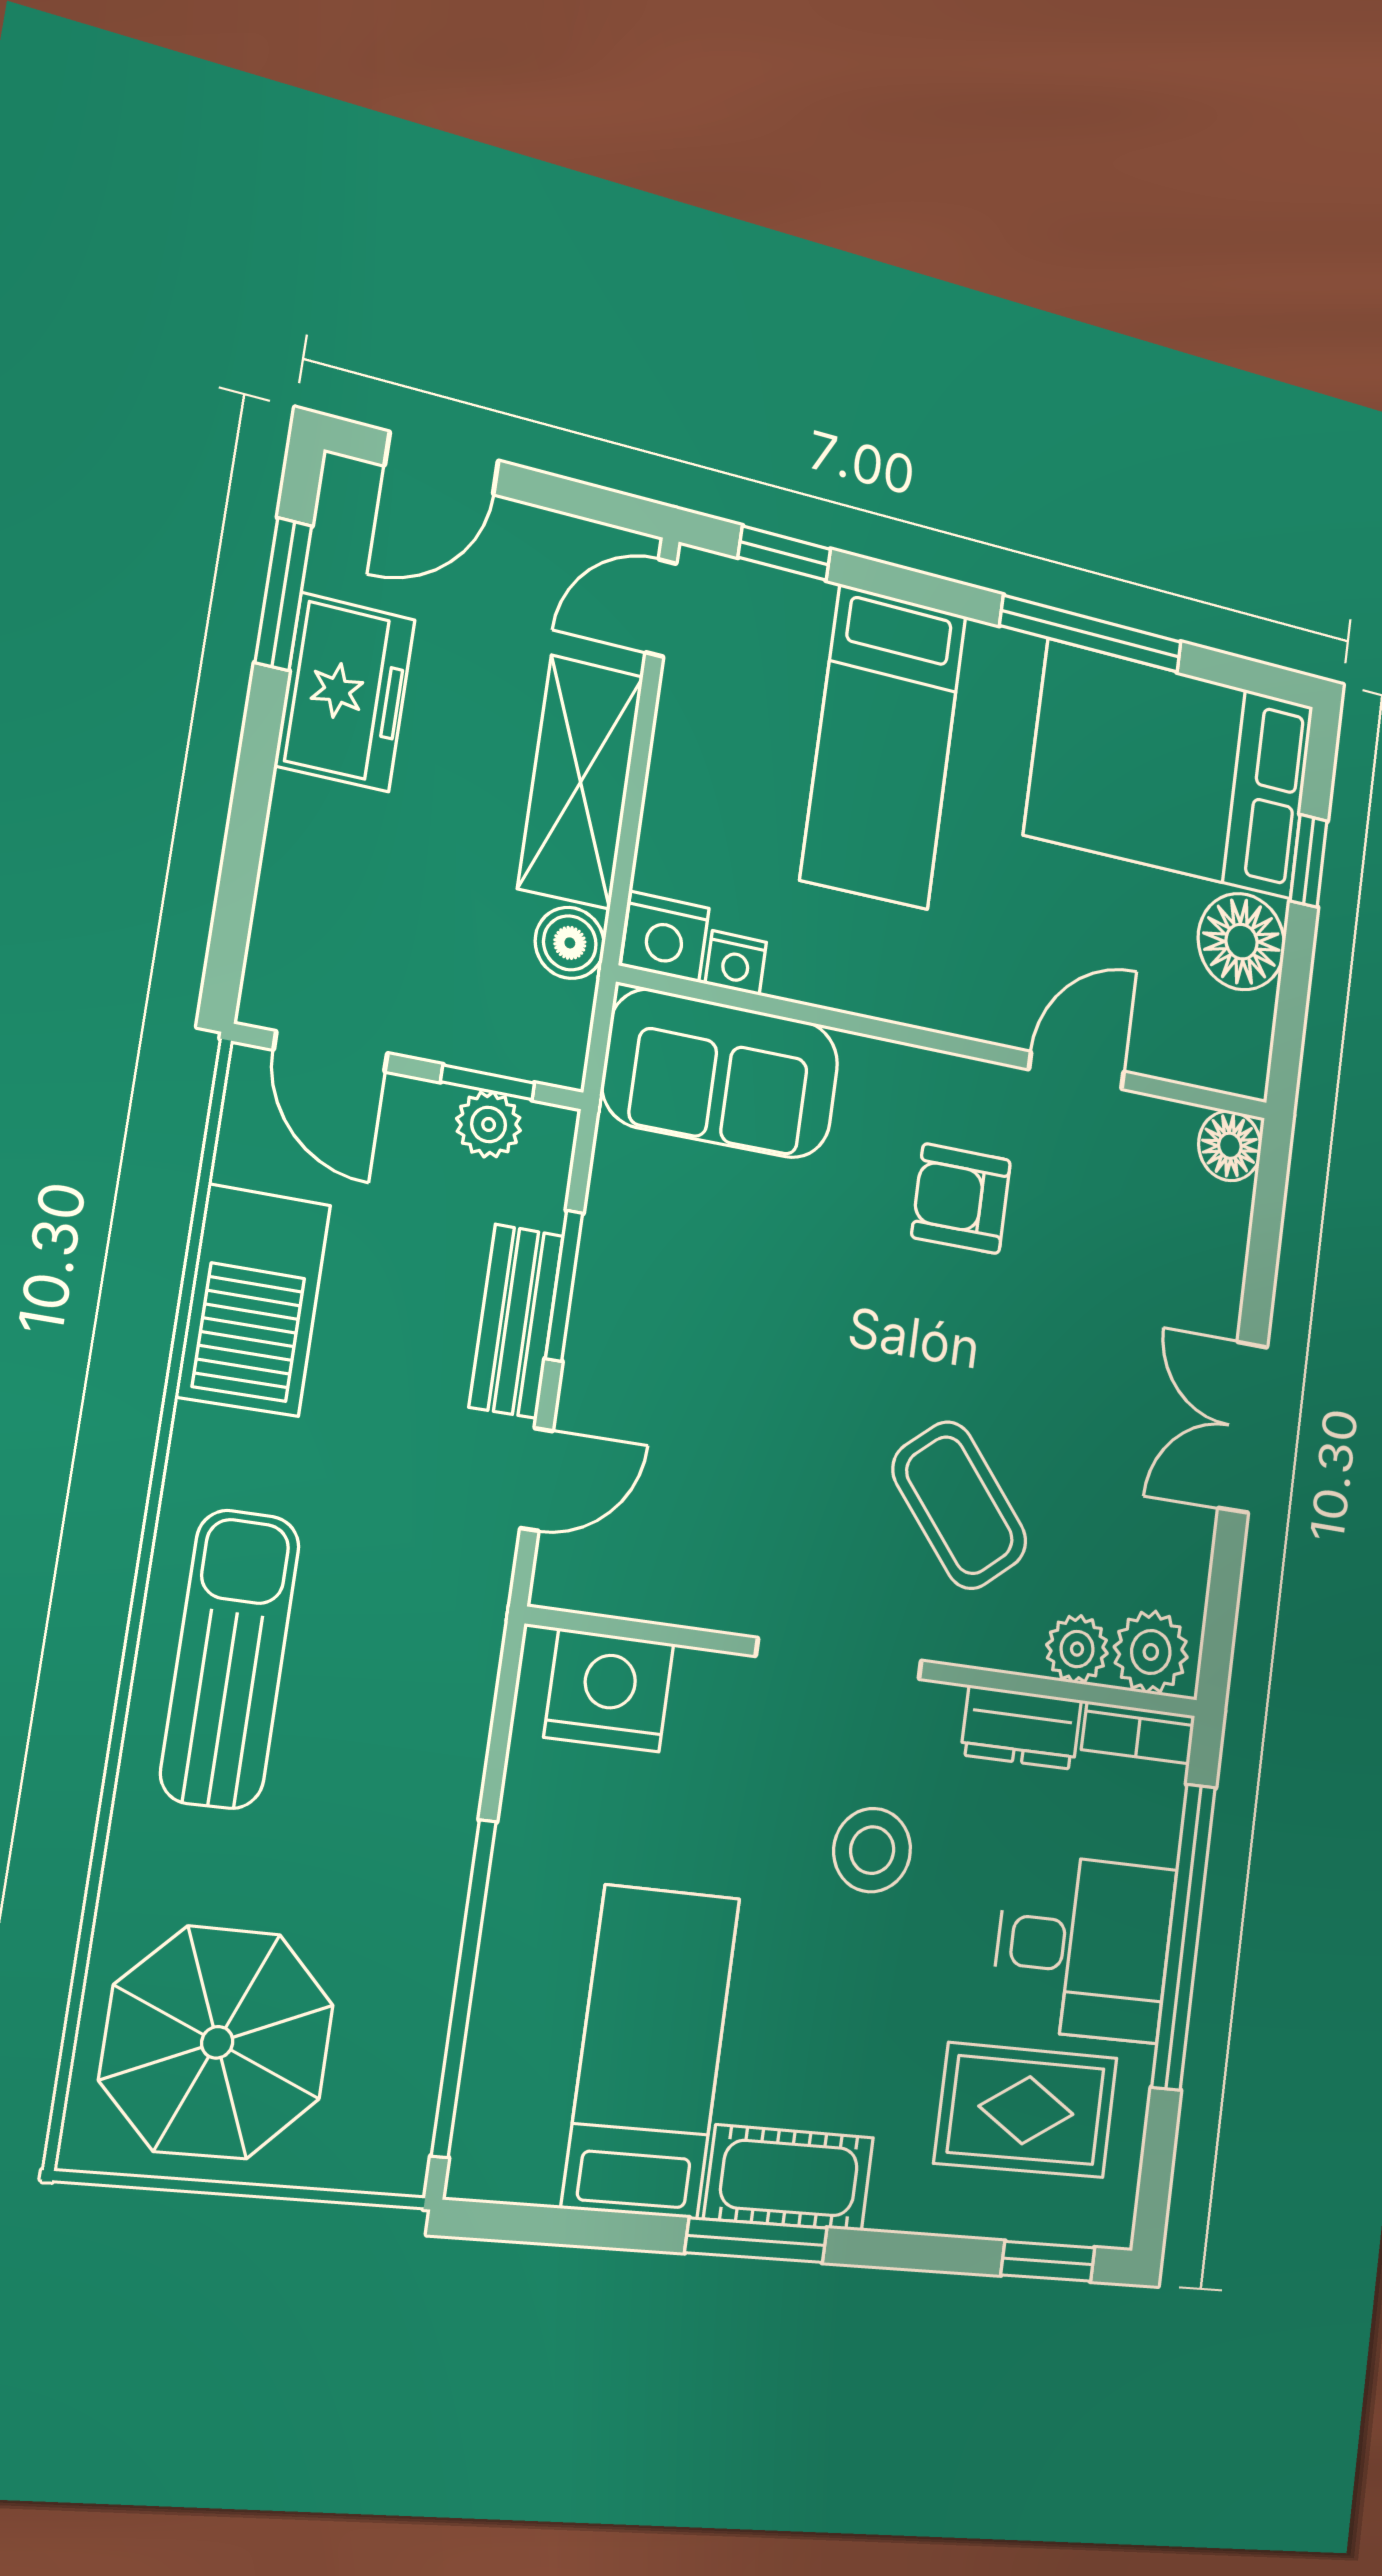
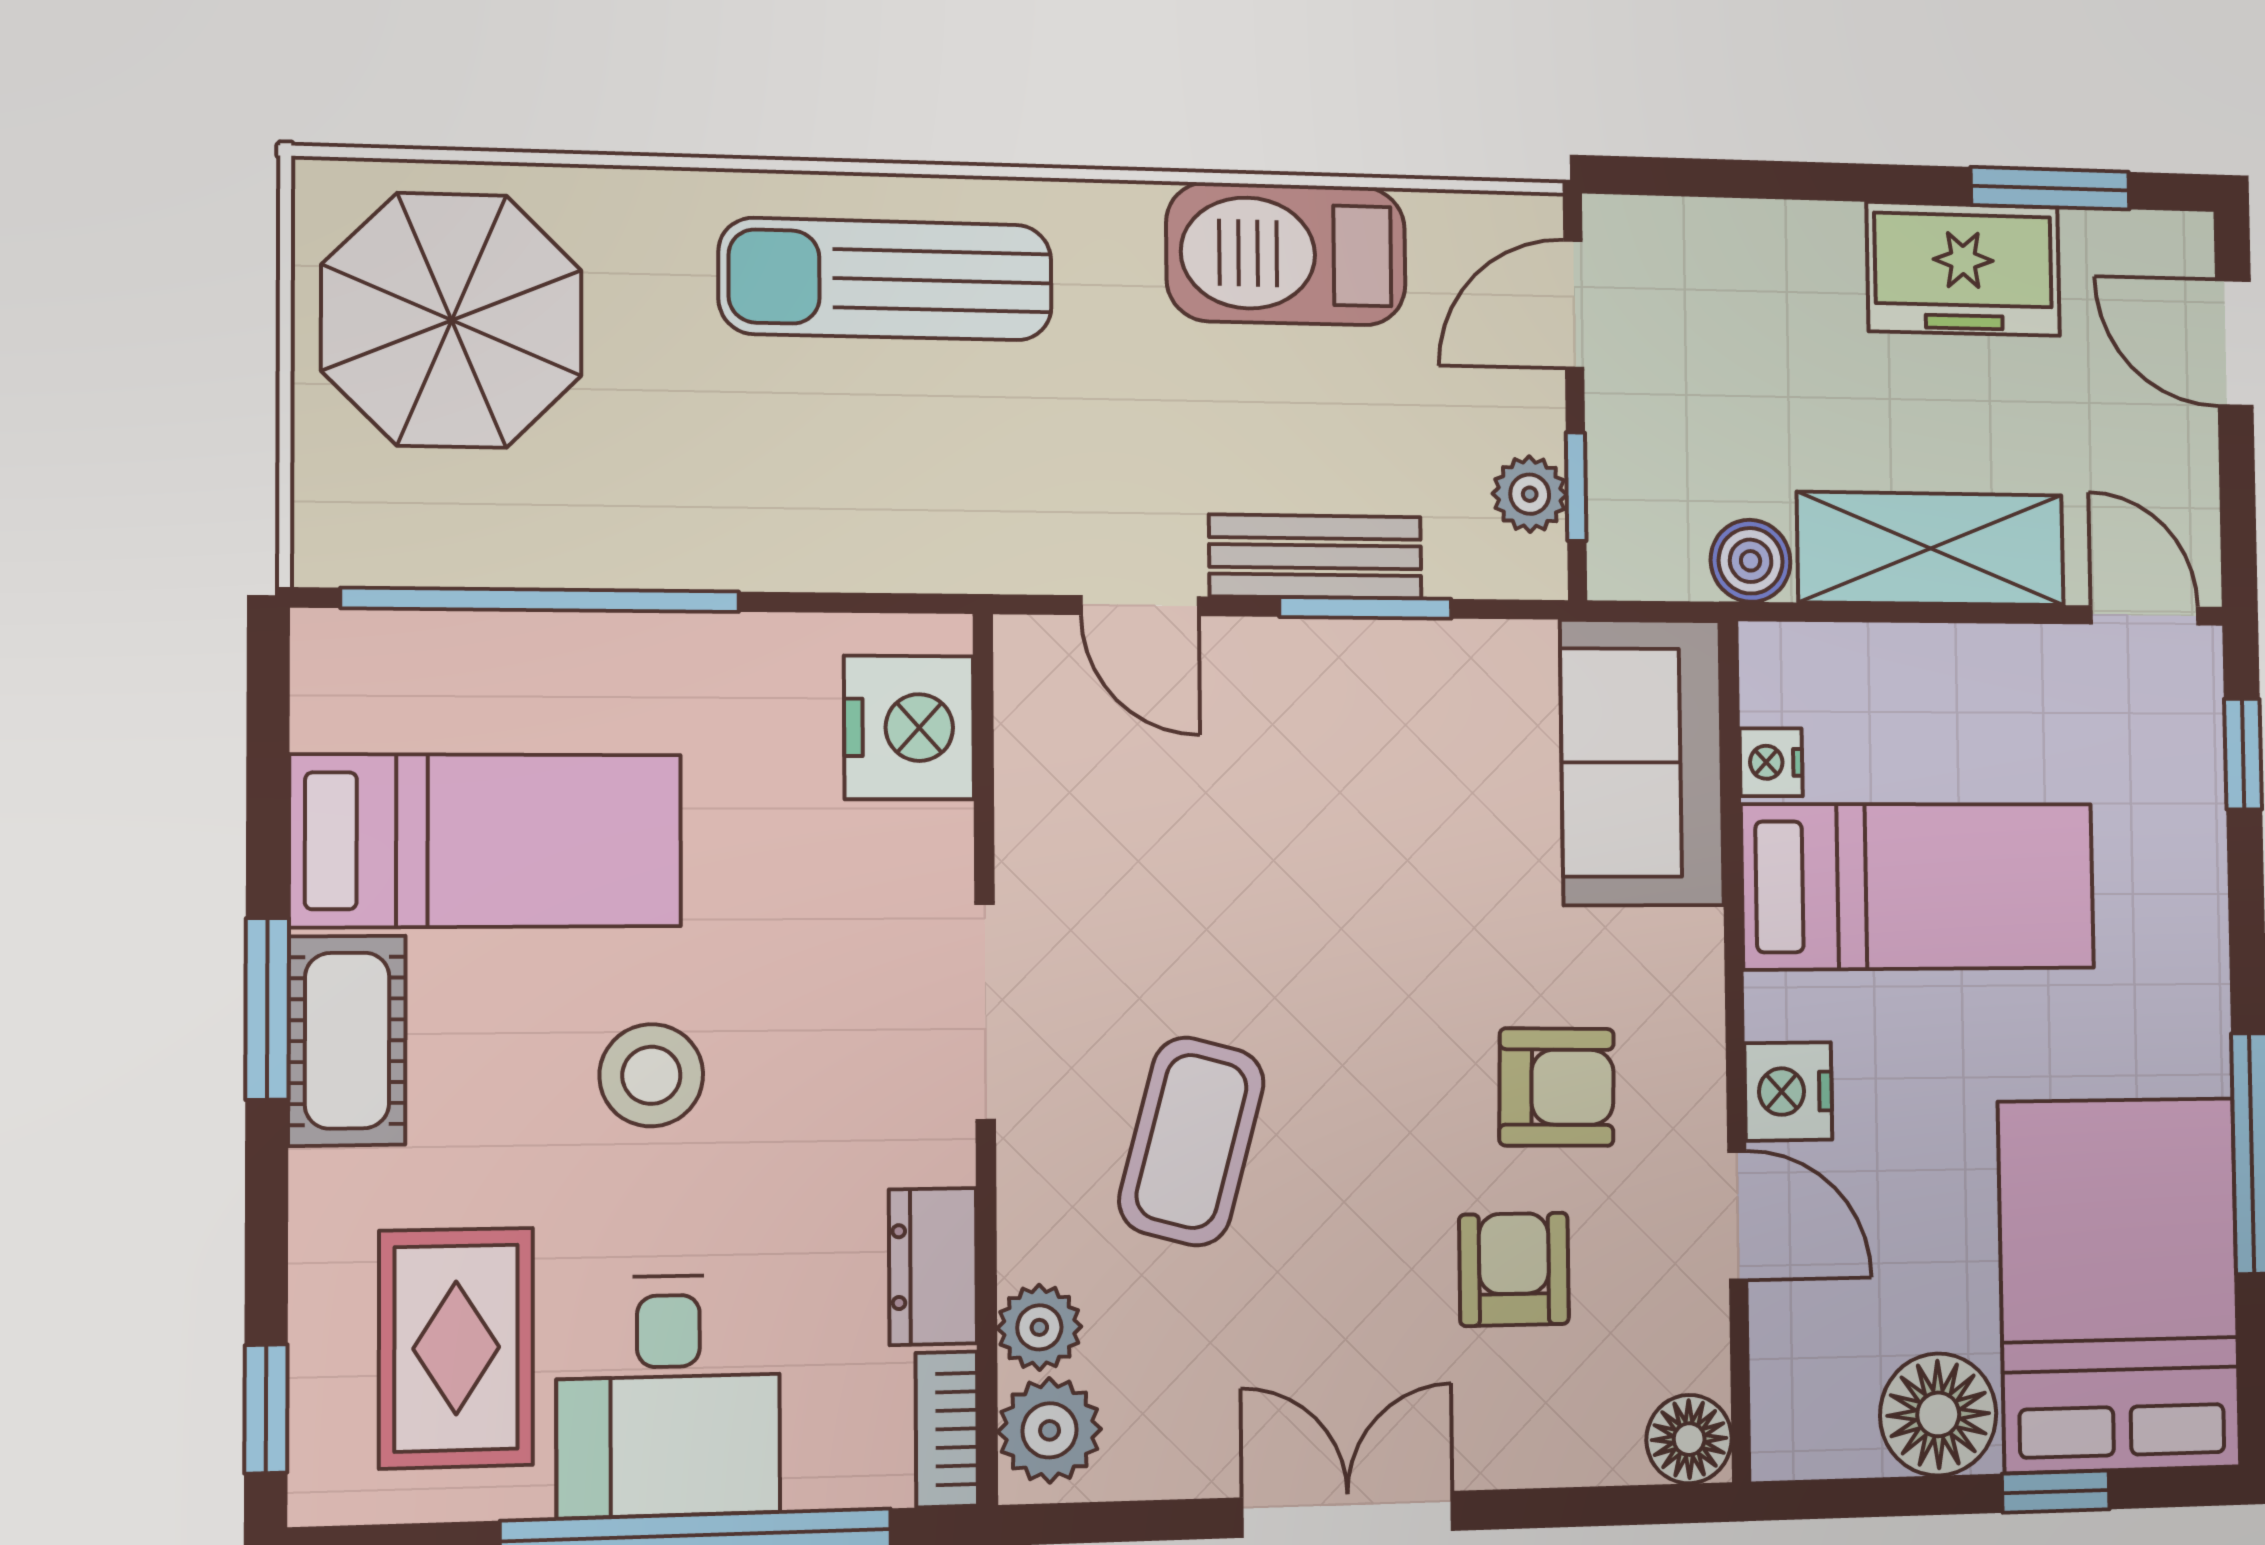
bed: (884, 747) -> (1919, 886), moved, turned 180
nightstand: (665, 937) -> (1788, 1092), moved
armchair: (961, 1199) -> (1557, 1087), turned 91
armchair: (1090, 1261) -> (1514, 1269), added
coffee table: (960, 1505) -> (1192, 1141), turned -35
sun lounger: (230, 1659) -> (886, 279), turned 180
stool: (872, 1850) -> (651, 1075), moved

